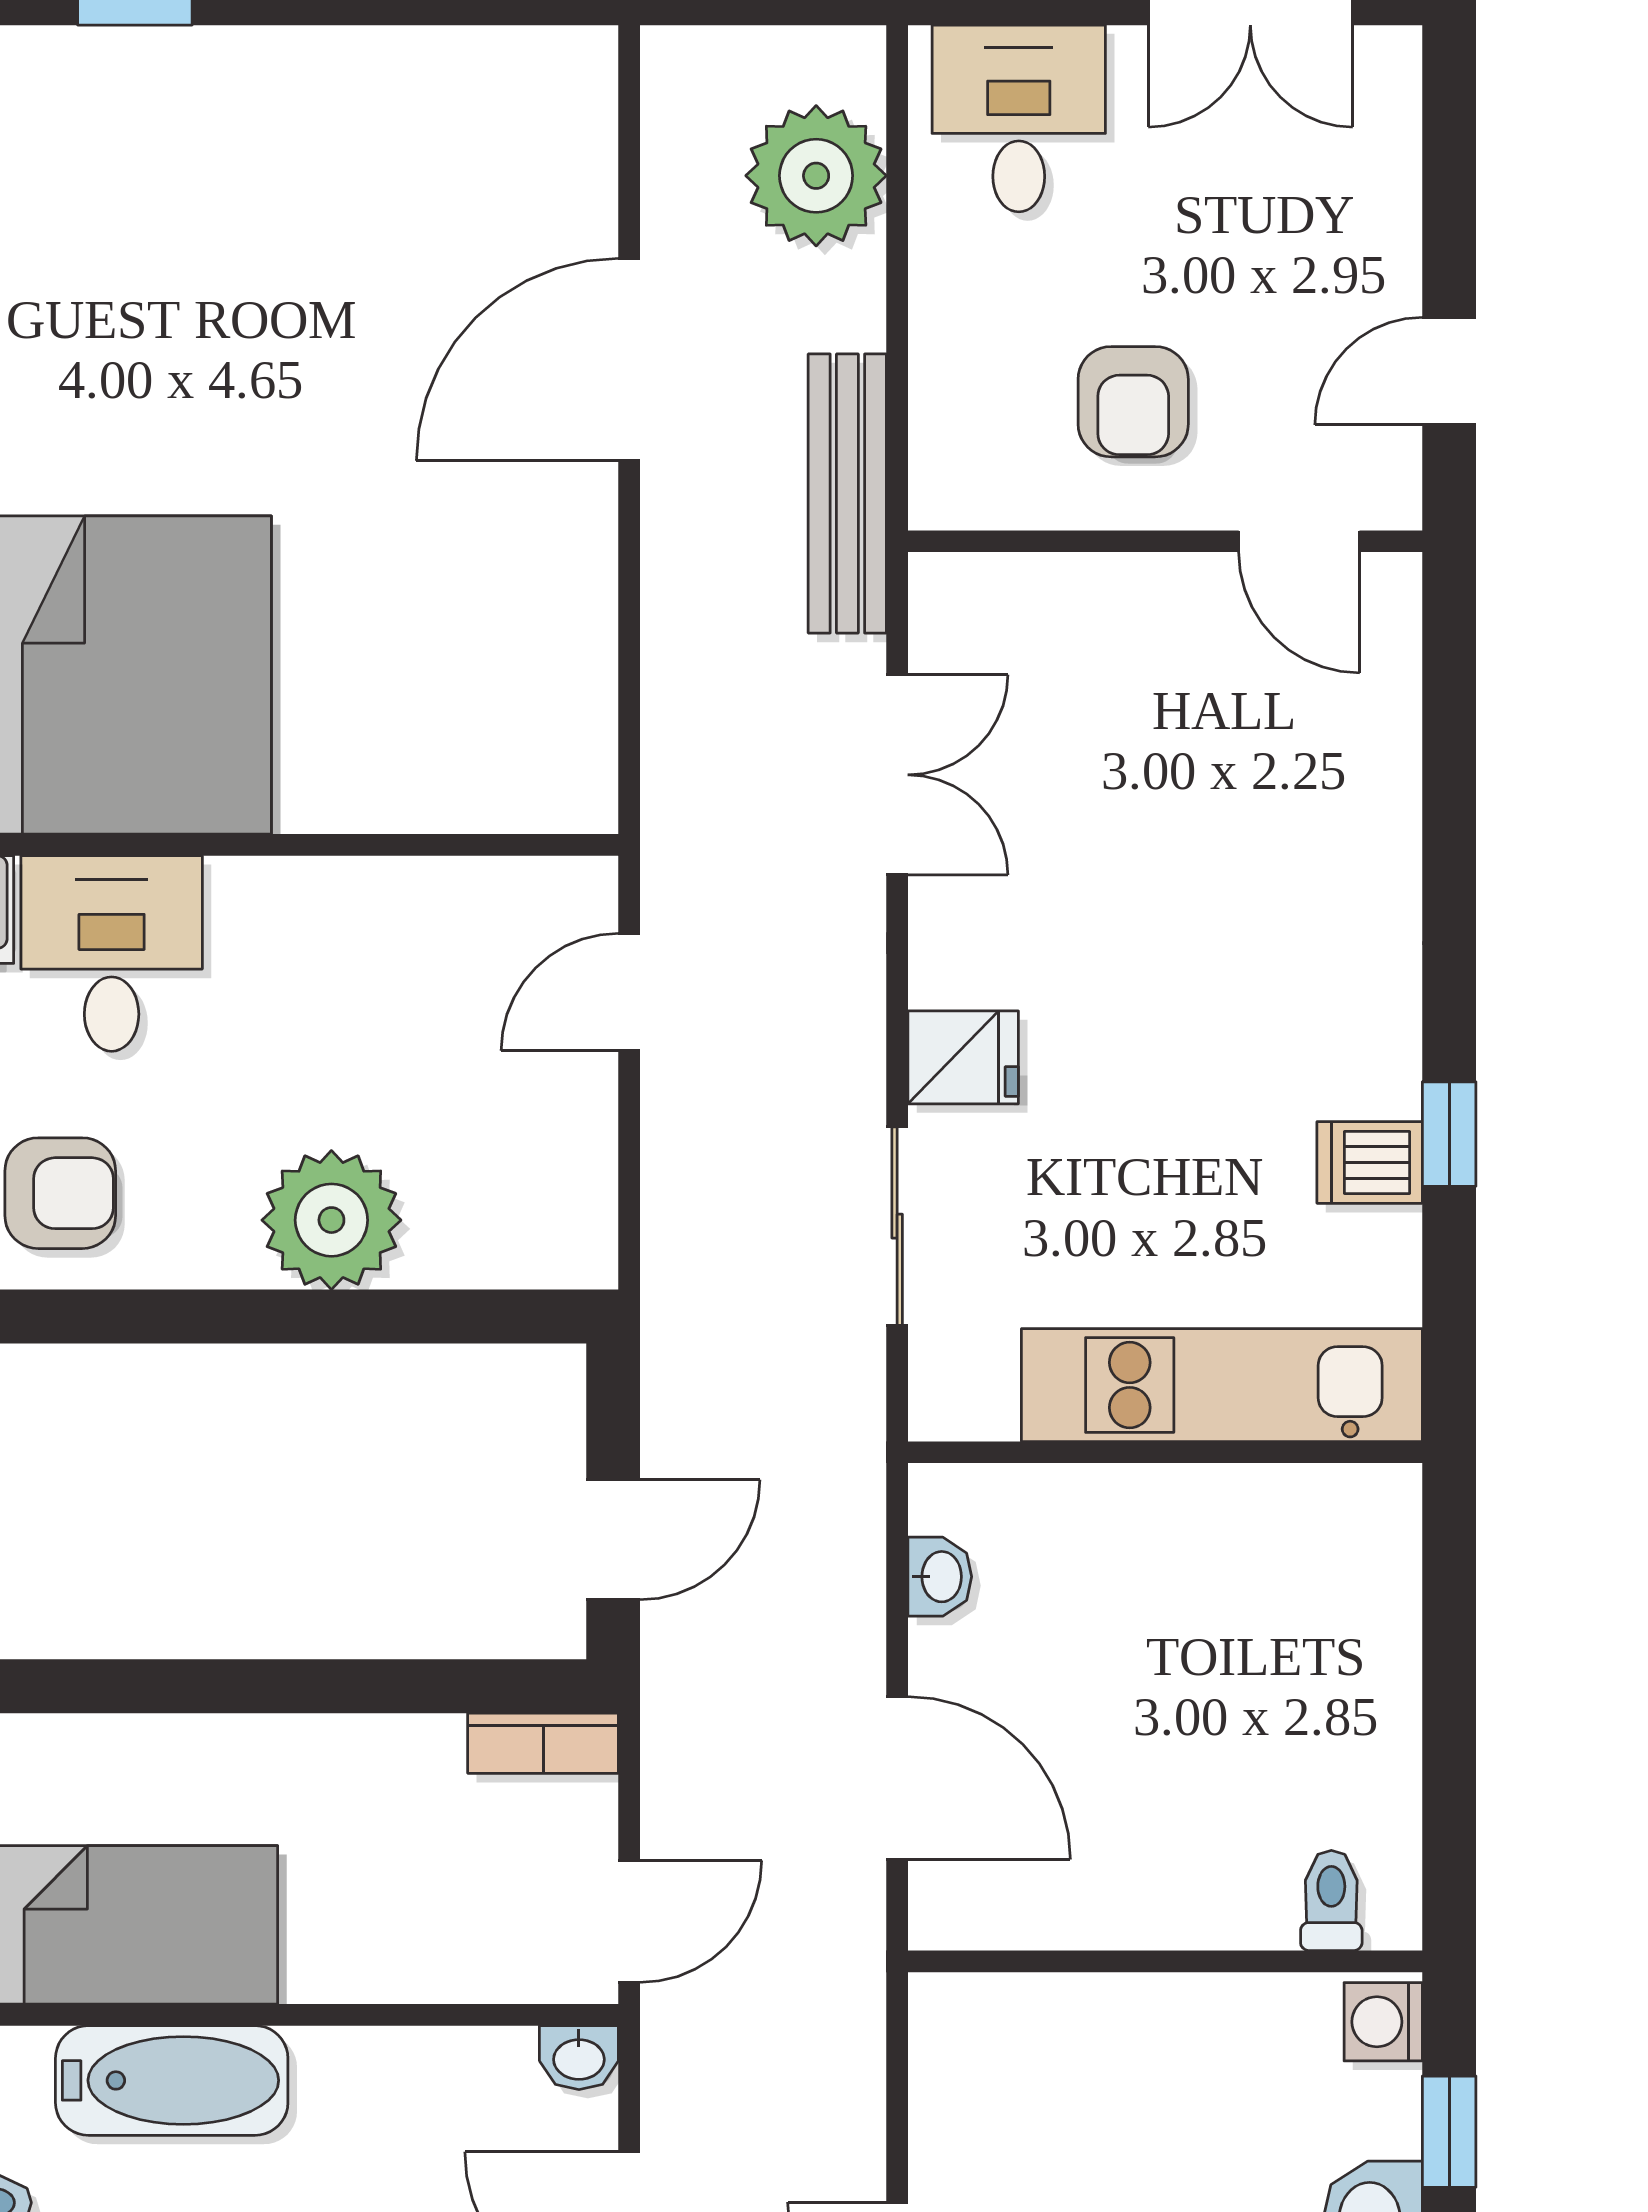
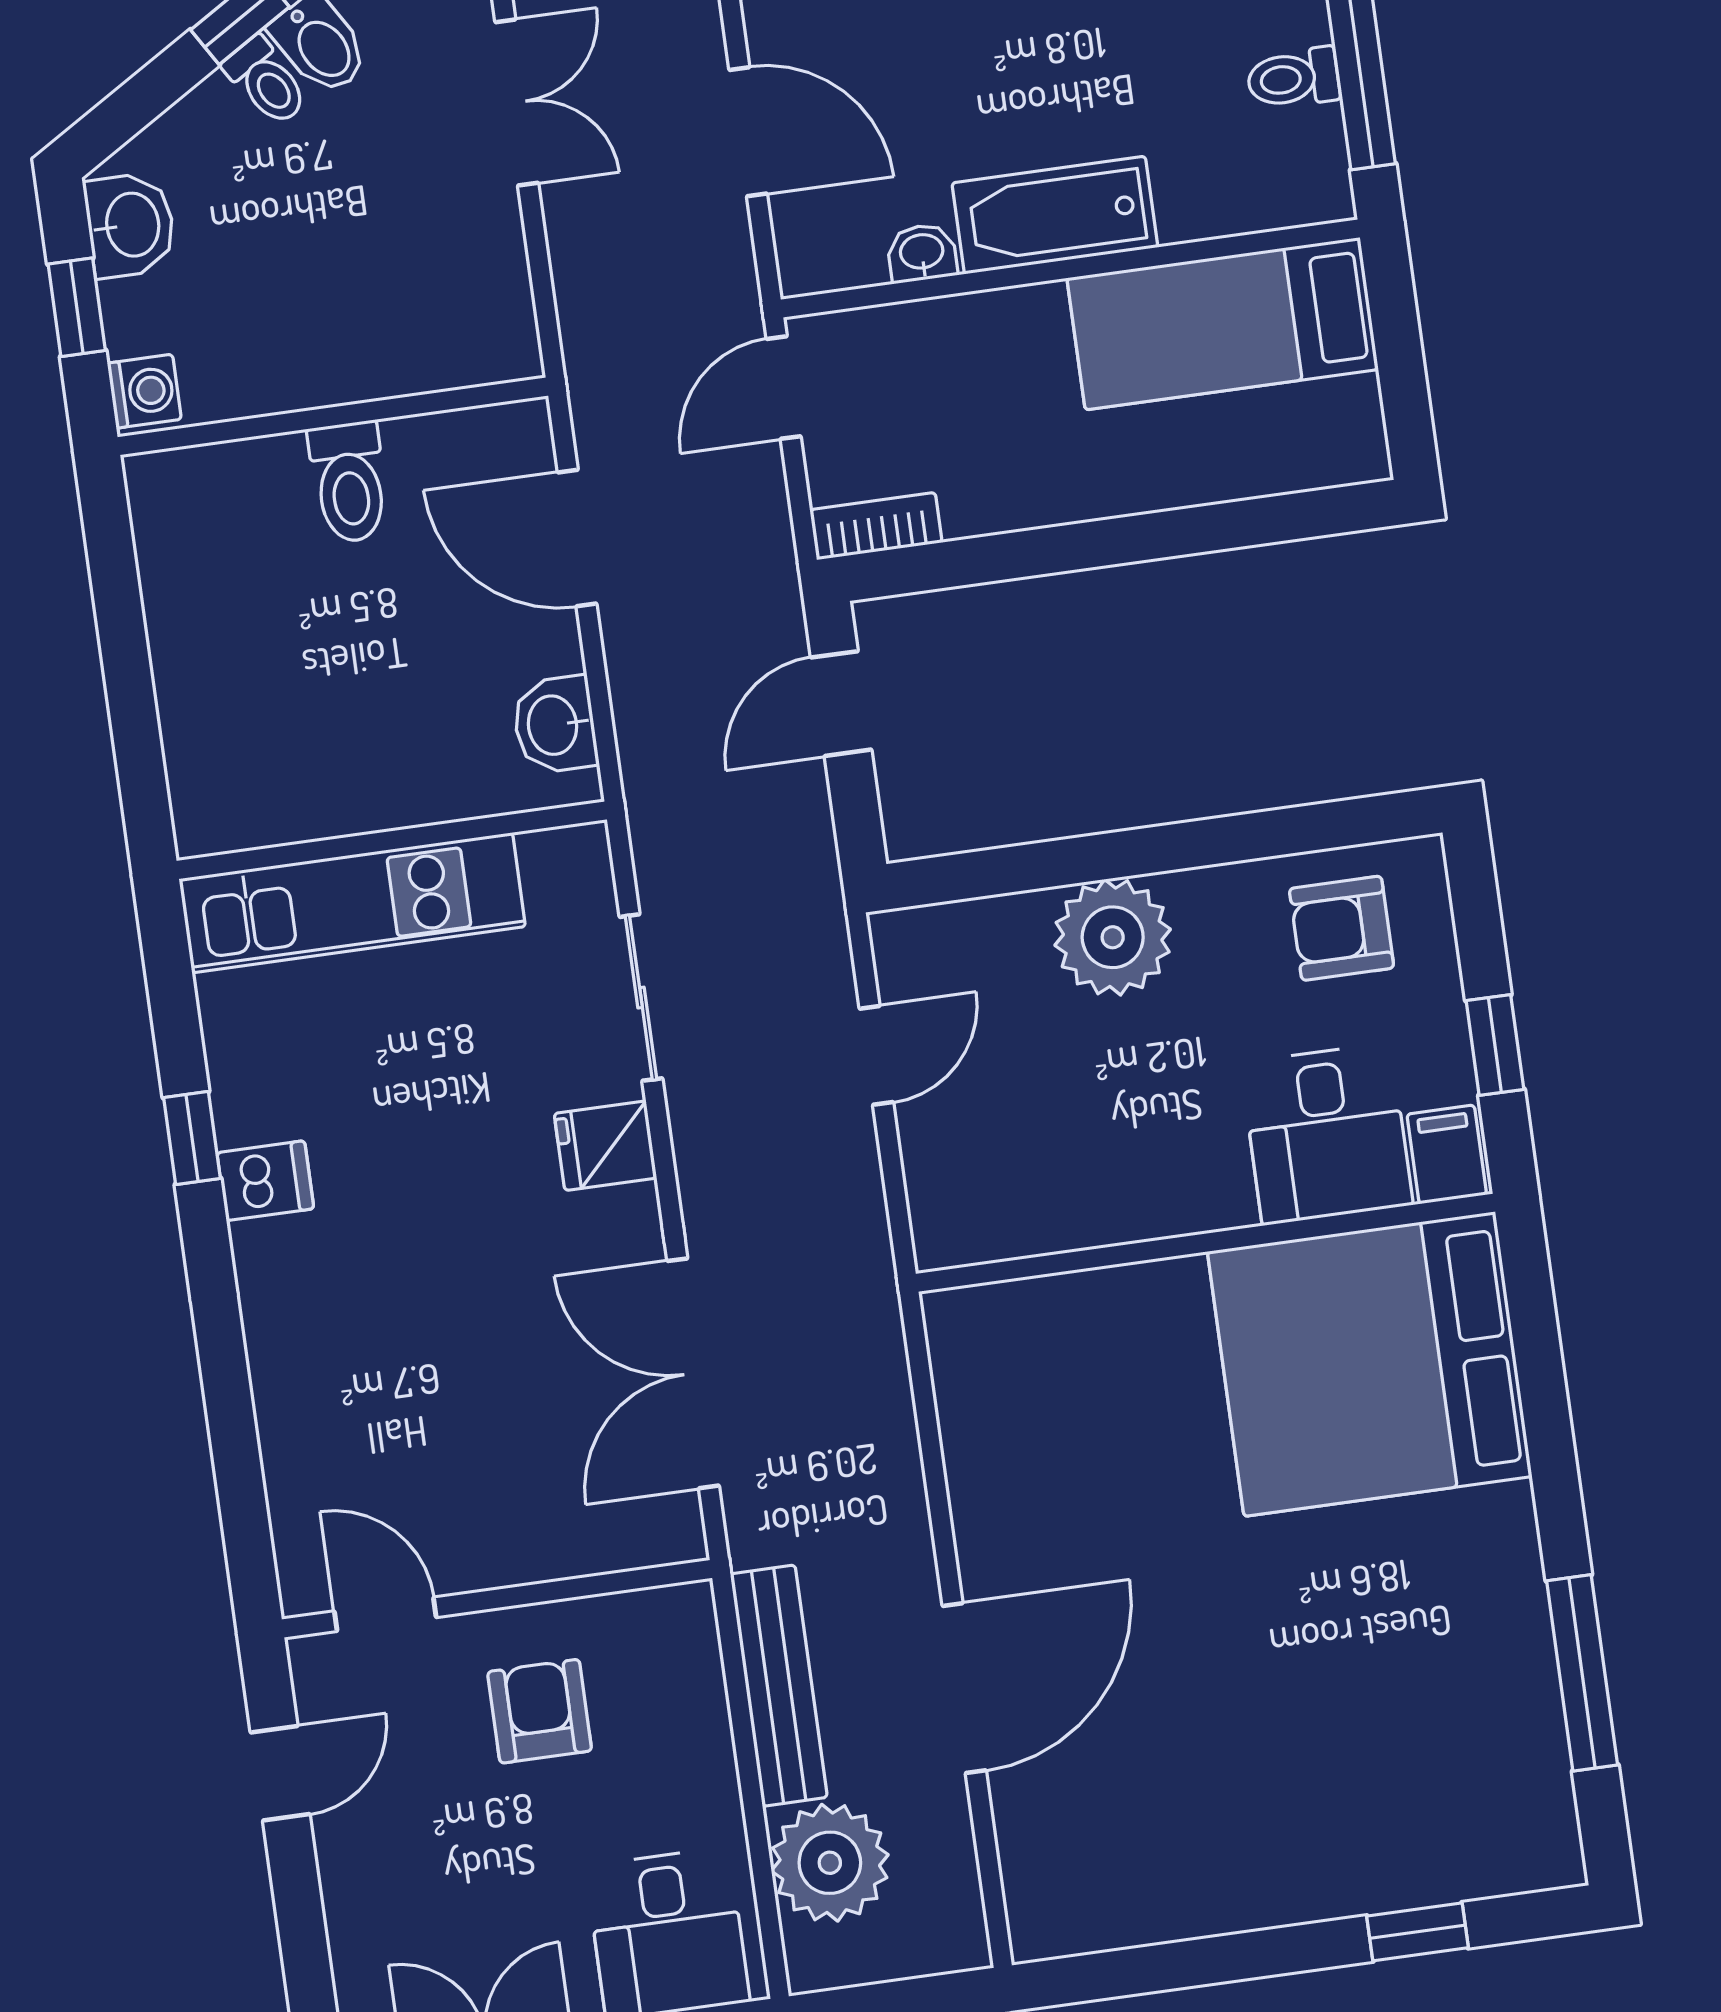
bench: (847, 493) -> (779, 1686), moved
double door: (897, 775) -> (693, 1373), width x1.37
door: (629, 992) -> (876, 1055), moved
dishwasher: (1370, 1162) -> (265, 1181), moved
washbasin: (940, 1577) -> (555, 725), width x1.38, depth x1.45
toilet: (1331, 1900) -> (349, 482), moved, width x1.37, depth x1.39
washbasin: (579, 2058) -> (922, 253), moved
bathtub: (172, 2080) -> (1055, 215), moved

